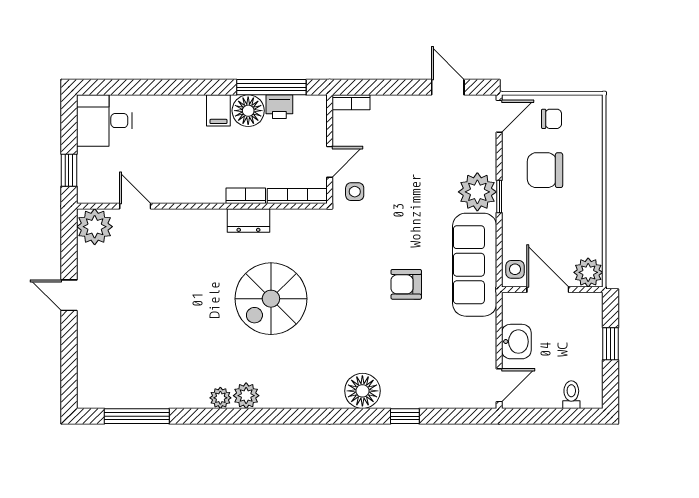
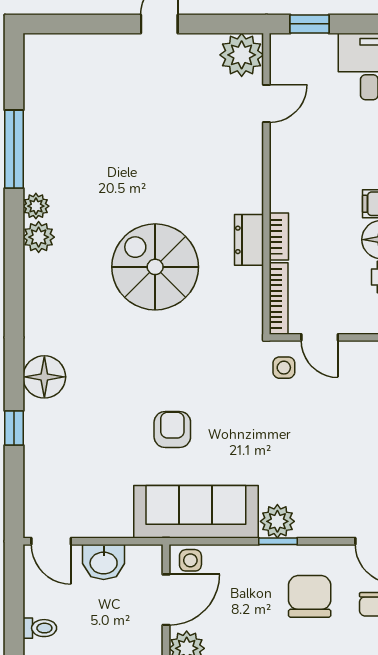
plant: (477, 192) -> (277, 521), width x0.73, depth x0.73
window: (137, 416) -> (14, 149), moved

